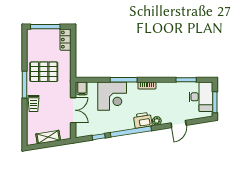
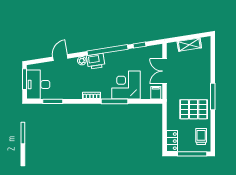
trolley: (34, 103) -> (201, 137), moved

